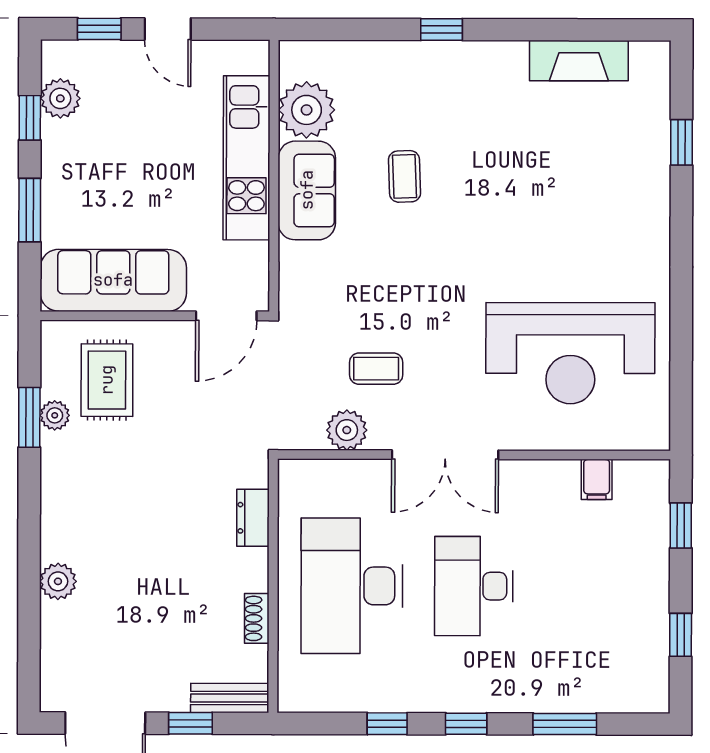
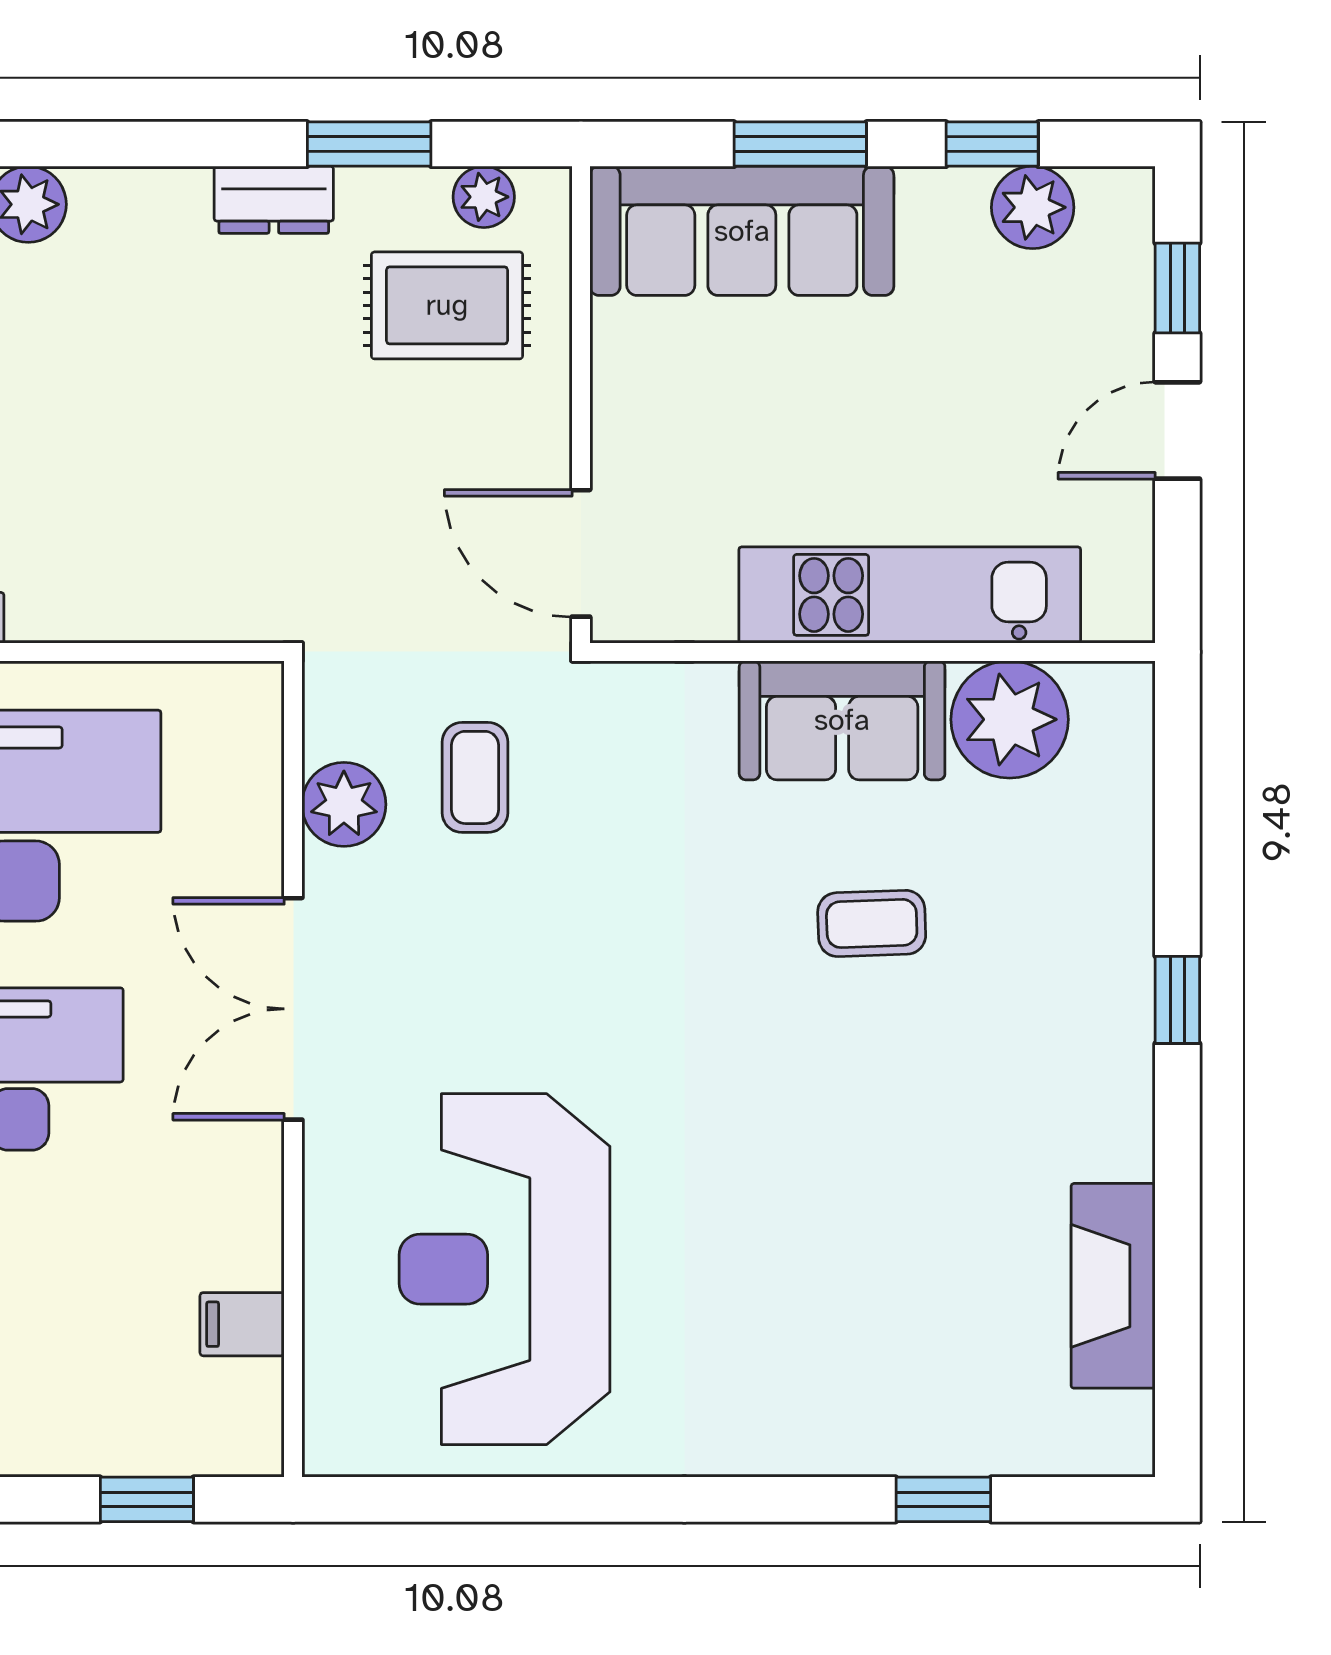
sofa: (113, 280) -> (742, 231), moved, turned 90
coffee table: (376, 369) -> (475, 777), moved
plant: (55, 415) -> (484, 197), moved
dresser: (253, 518) -> (274, 200), moved, turned 180

